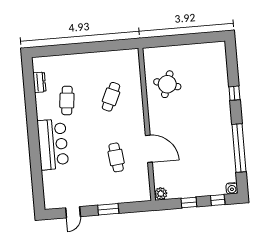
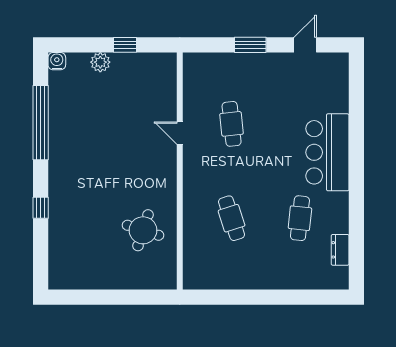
cafe table: (111, 97) -> (232, 218), turned -42
door: (149, 149) -> (180, 133), width x0.53
plant: (161, 194) -> (100, 62), moved
window: (218, 200) -> (80, 45), removed

